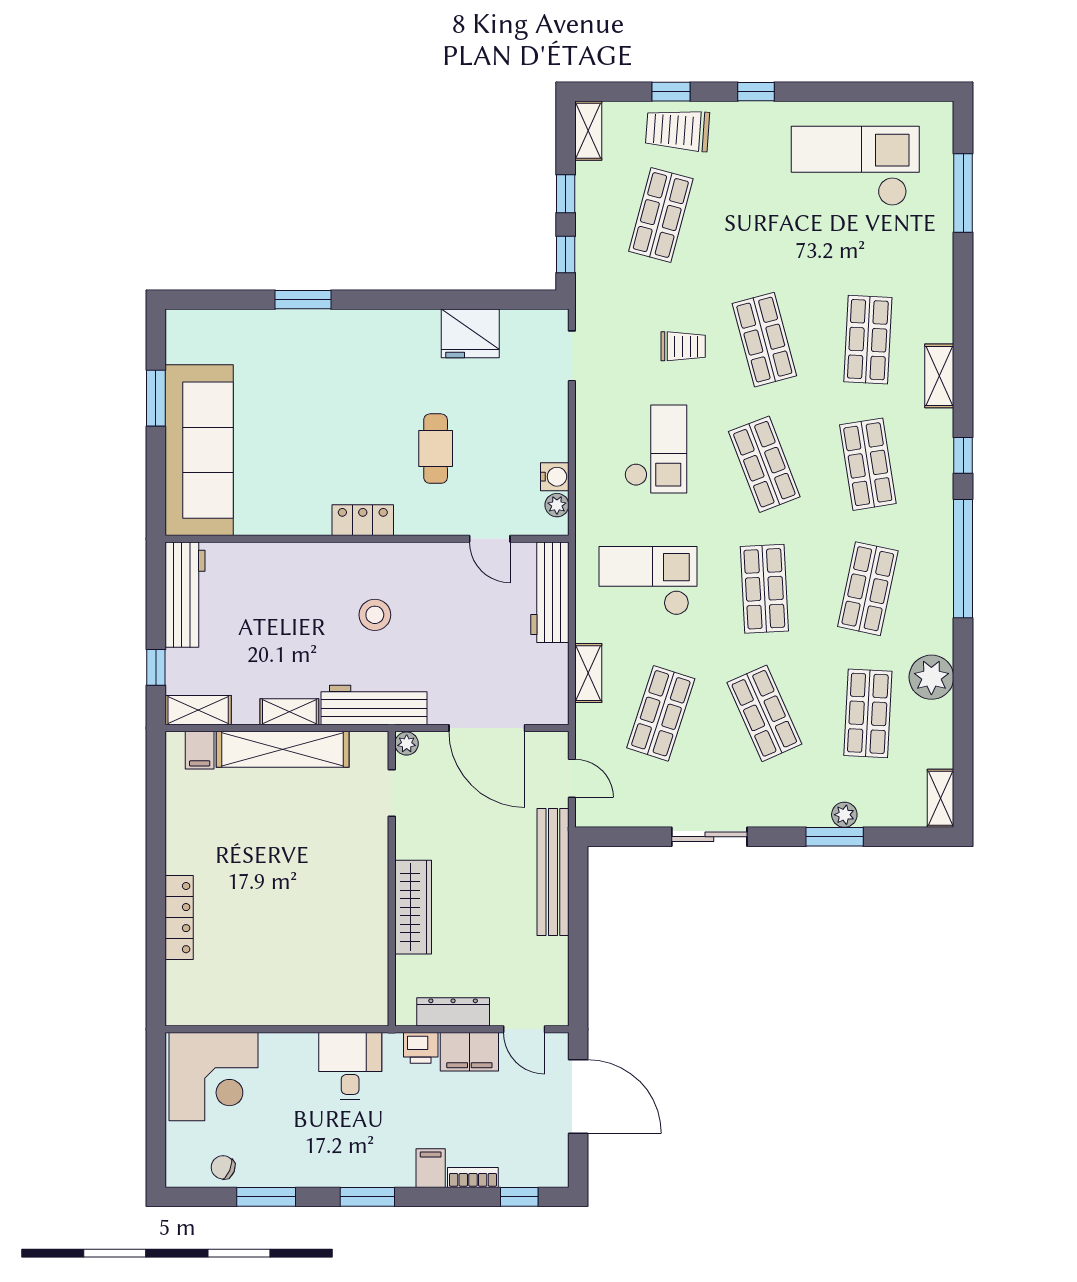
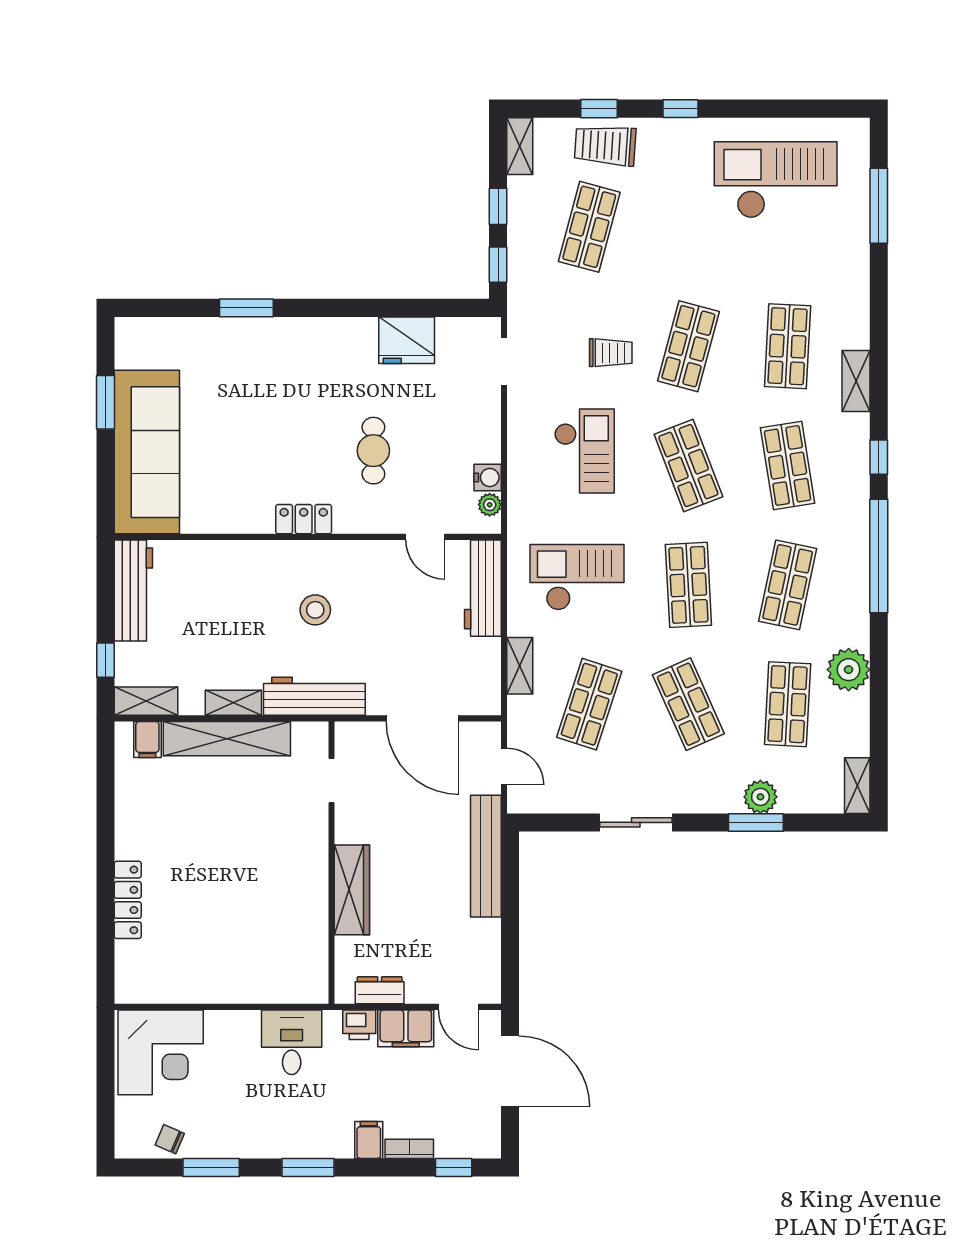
shop shelf: (764, 340) -> (688, 346), turned 30
plant: (407, 744) -> (346, 733), removed
plant: (844, 815) -> (760, 797), width x1.38, depth x1.38
dresser: (453, 1012) -> (380, 990), width x0.70

